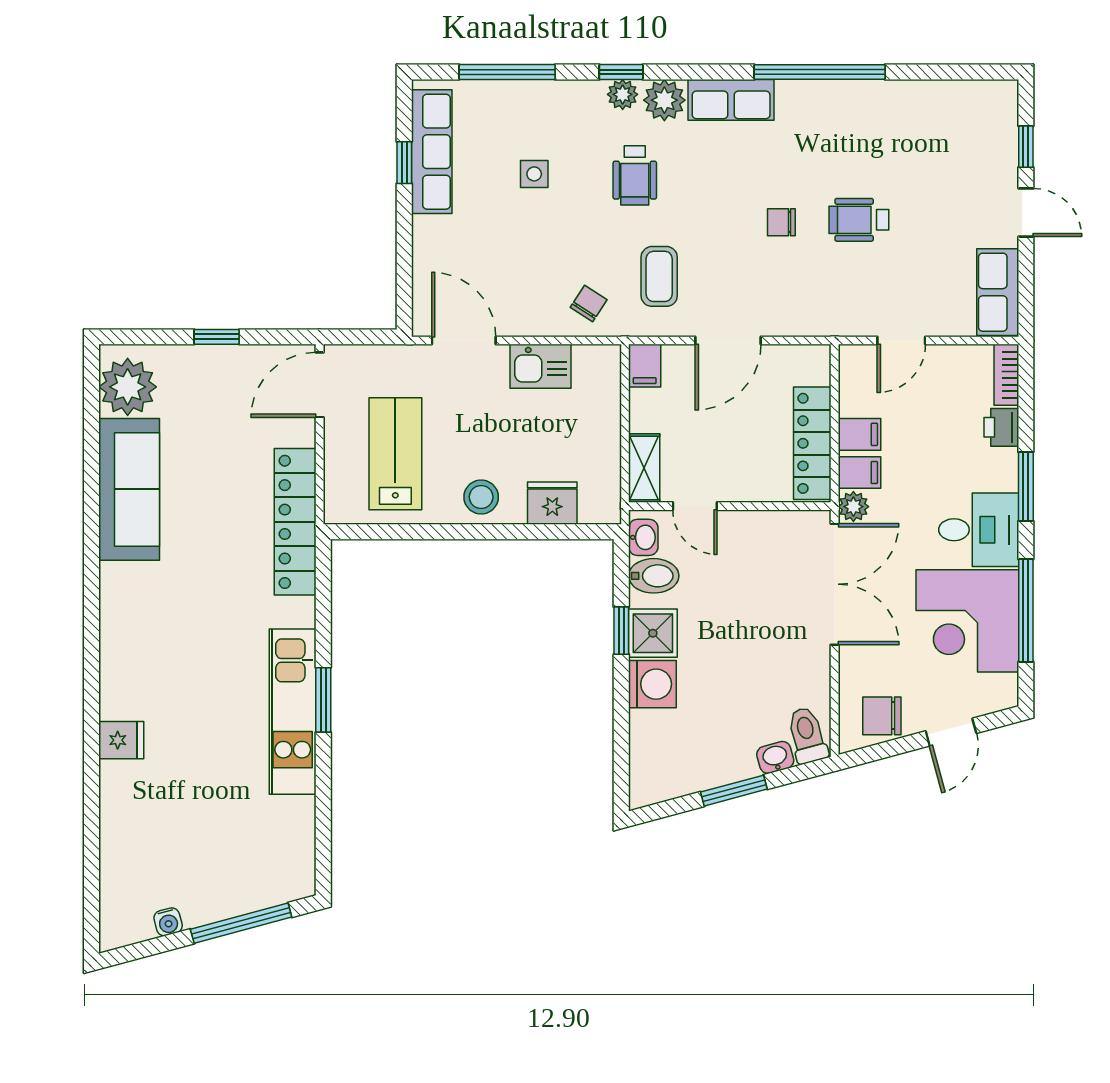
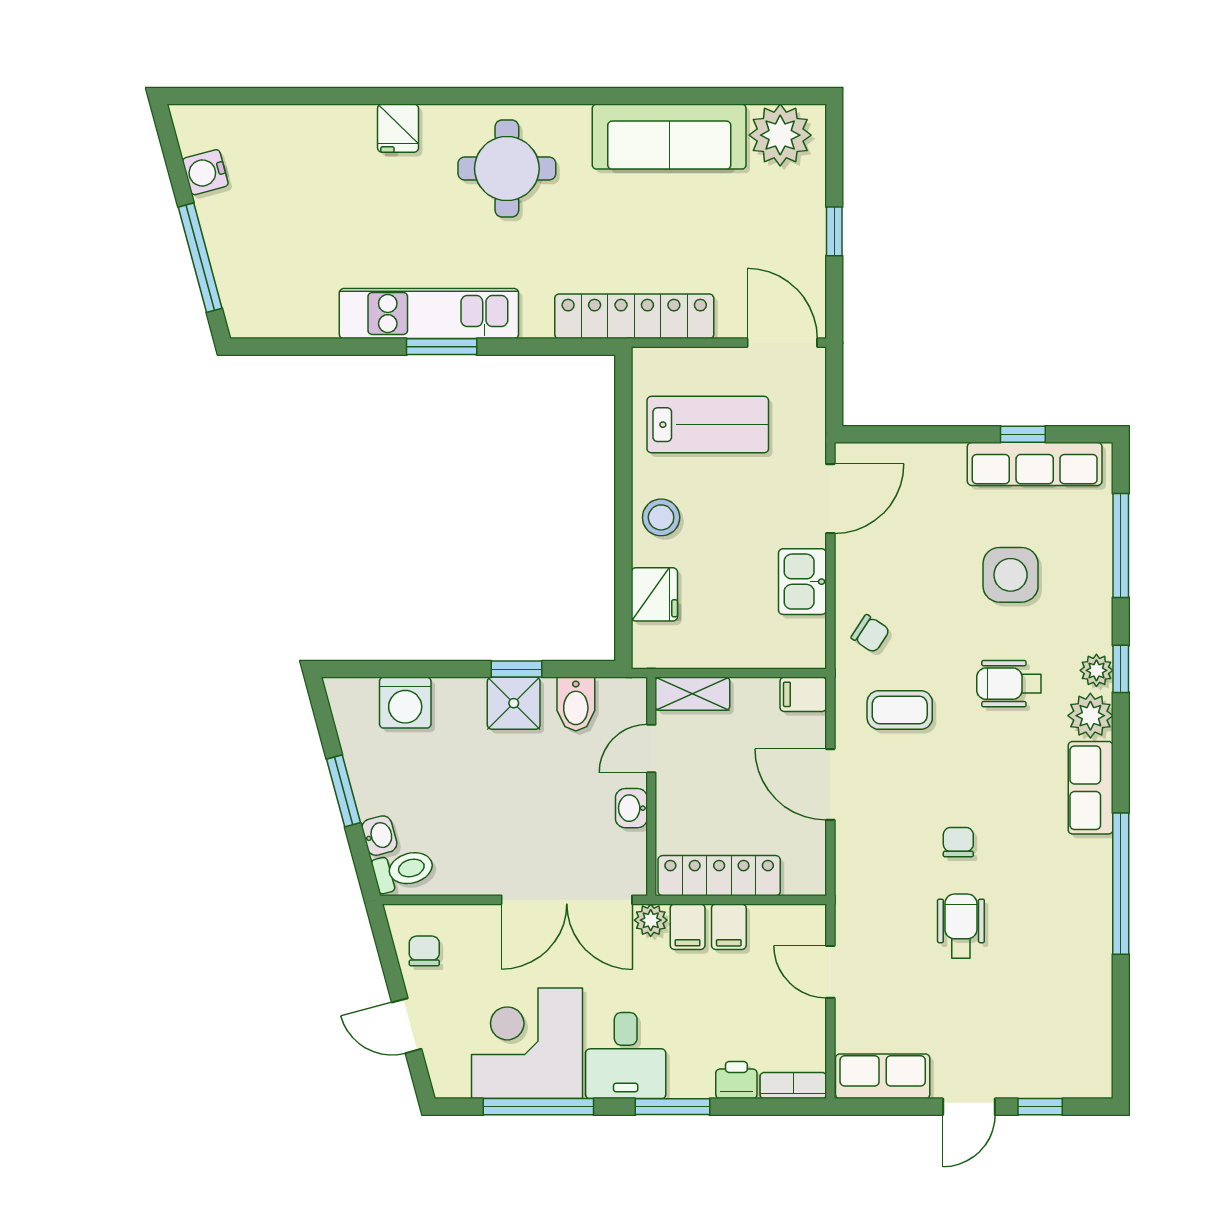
side table: (534, 174) -> (1011, 575), width x1.87, depth x1.87
washbasin: (643, 537) -> (631, 808), moved, turned 90
round table: (159, 640) -> (507, 169), added
washing machine: (652, 684) -> (405, 703), moved
chair: (882, 716) -> (424, 951), width x0.73, depth x0.73
water cooler: (168, 922) -> (205, 172), width x1.38, depth x1.38

